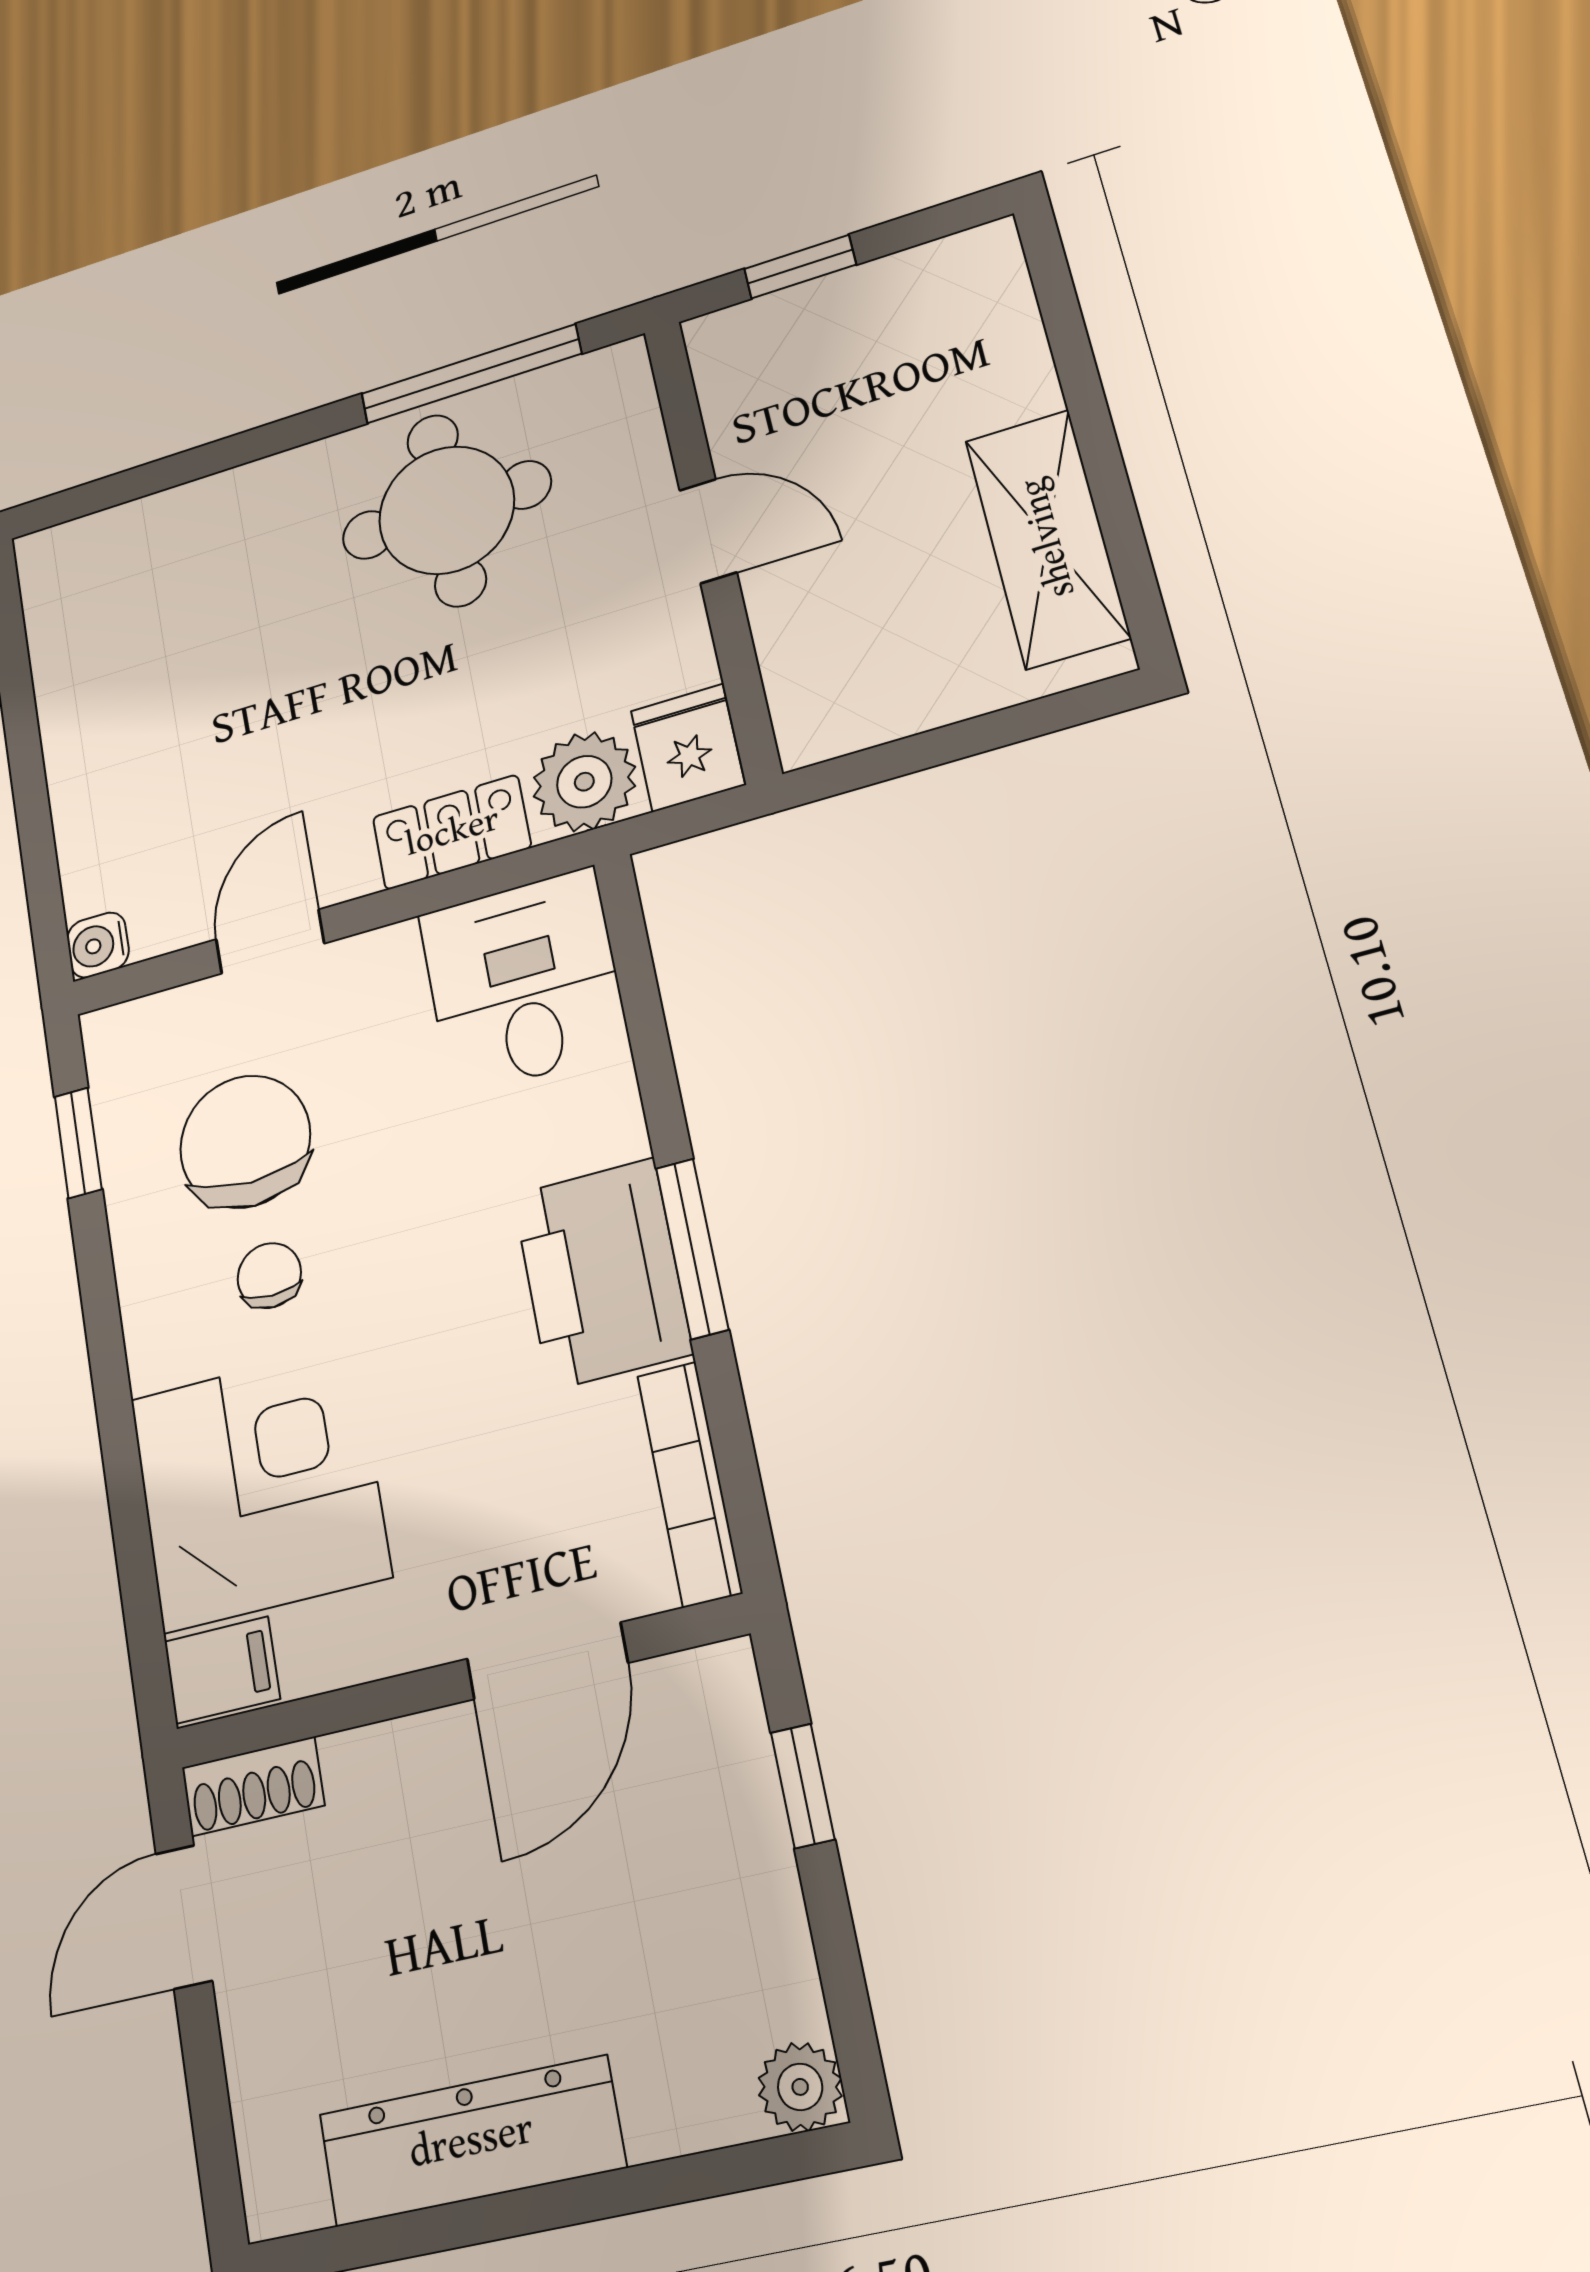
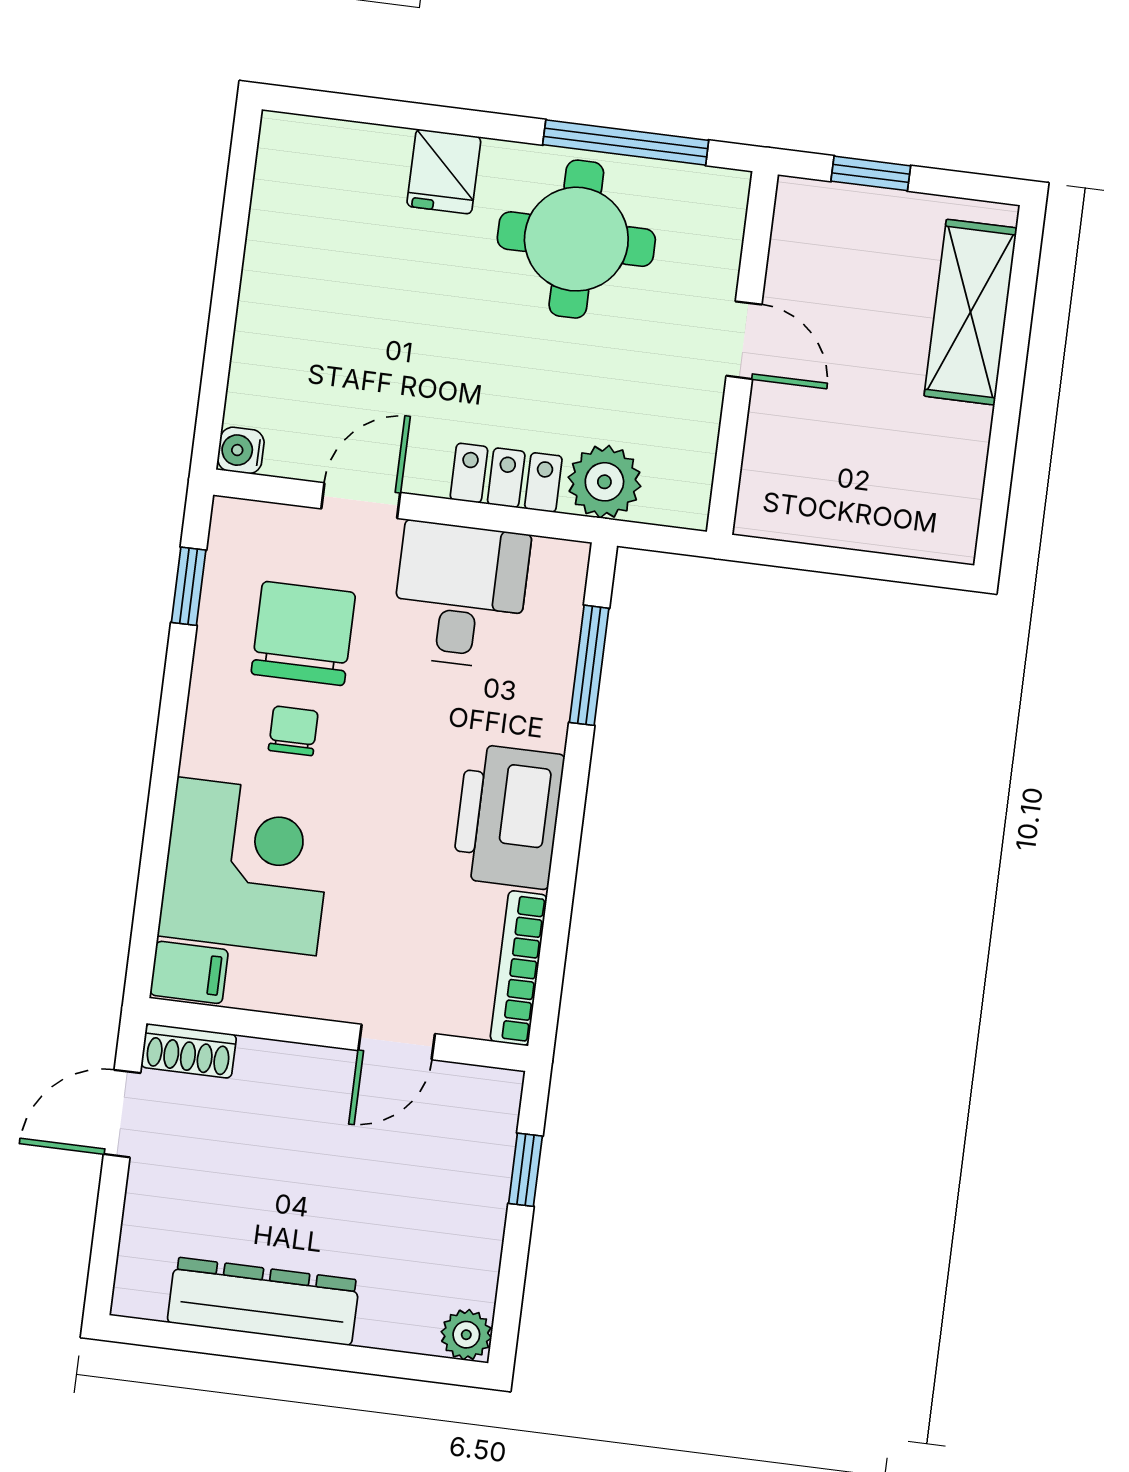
shelving: (1047, 538) -> (971, 312), moved
fridge: (688, 748) -> (444, 172), moved, turned 180
desk: (523, 982) -> (460, 595), moved
window: (692, 1248) -> (589, 665), moved
door: (547, 1661) -> (397, 1042), width x0.73

